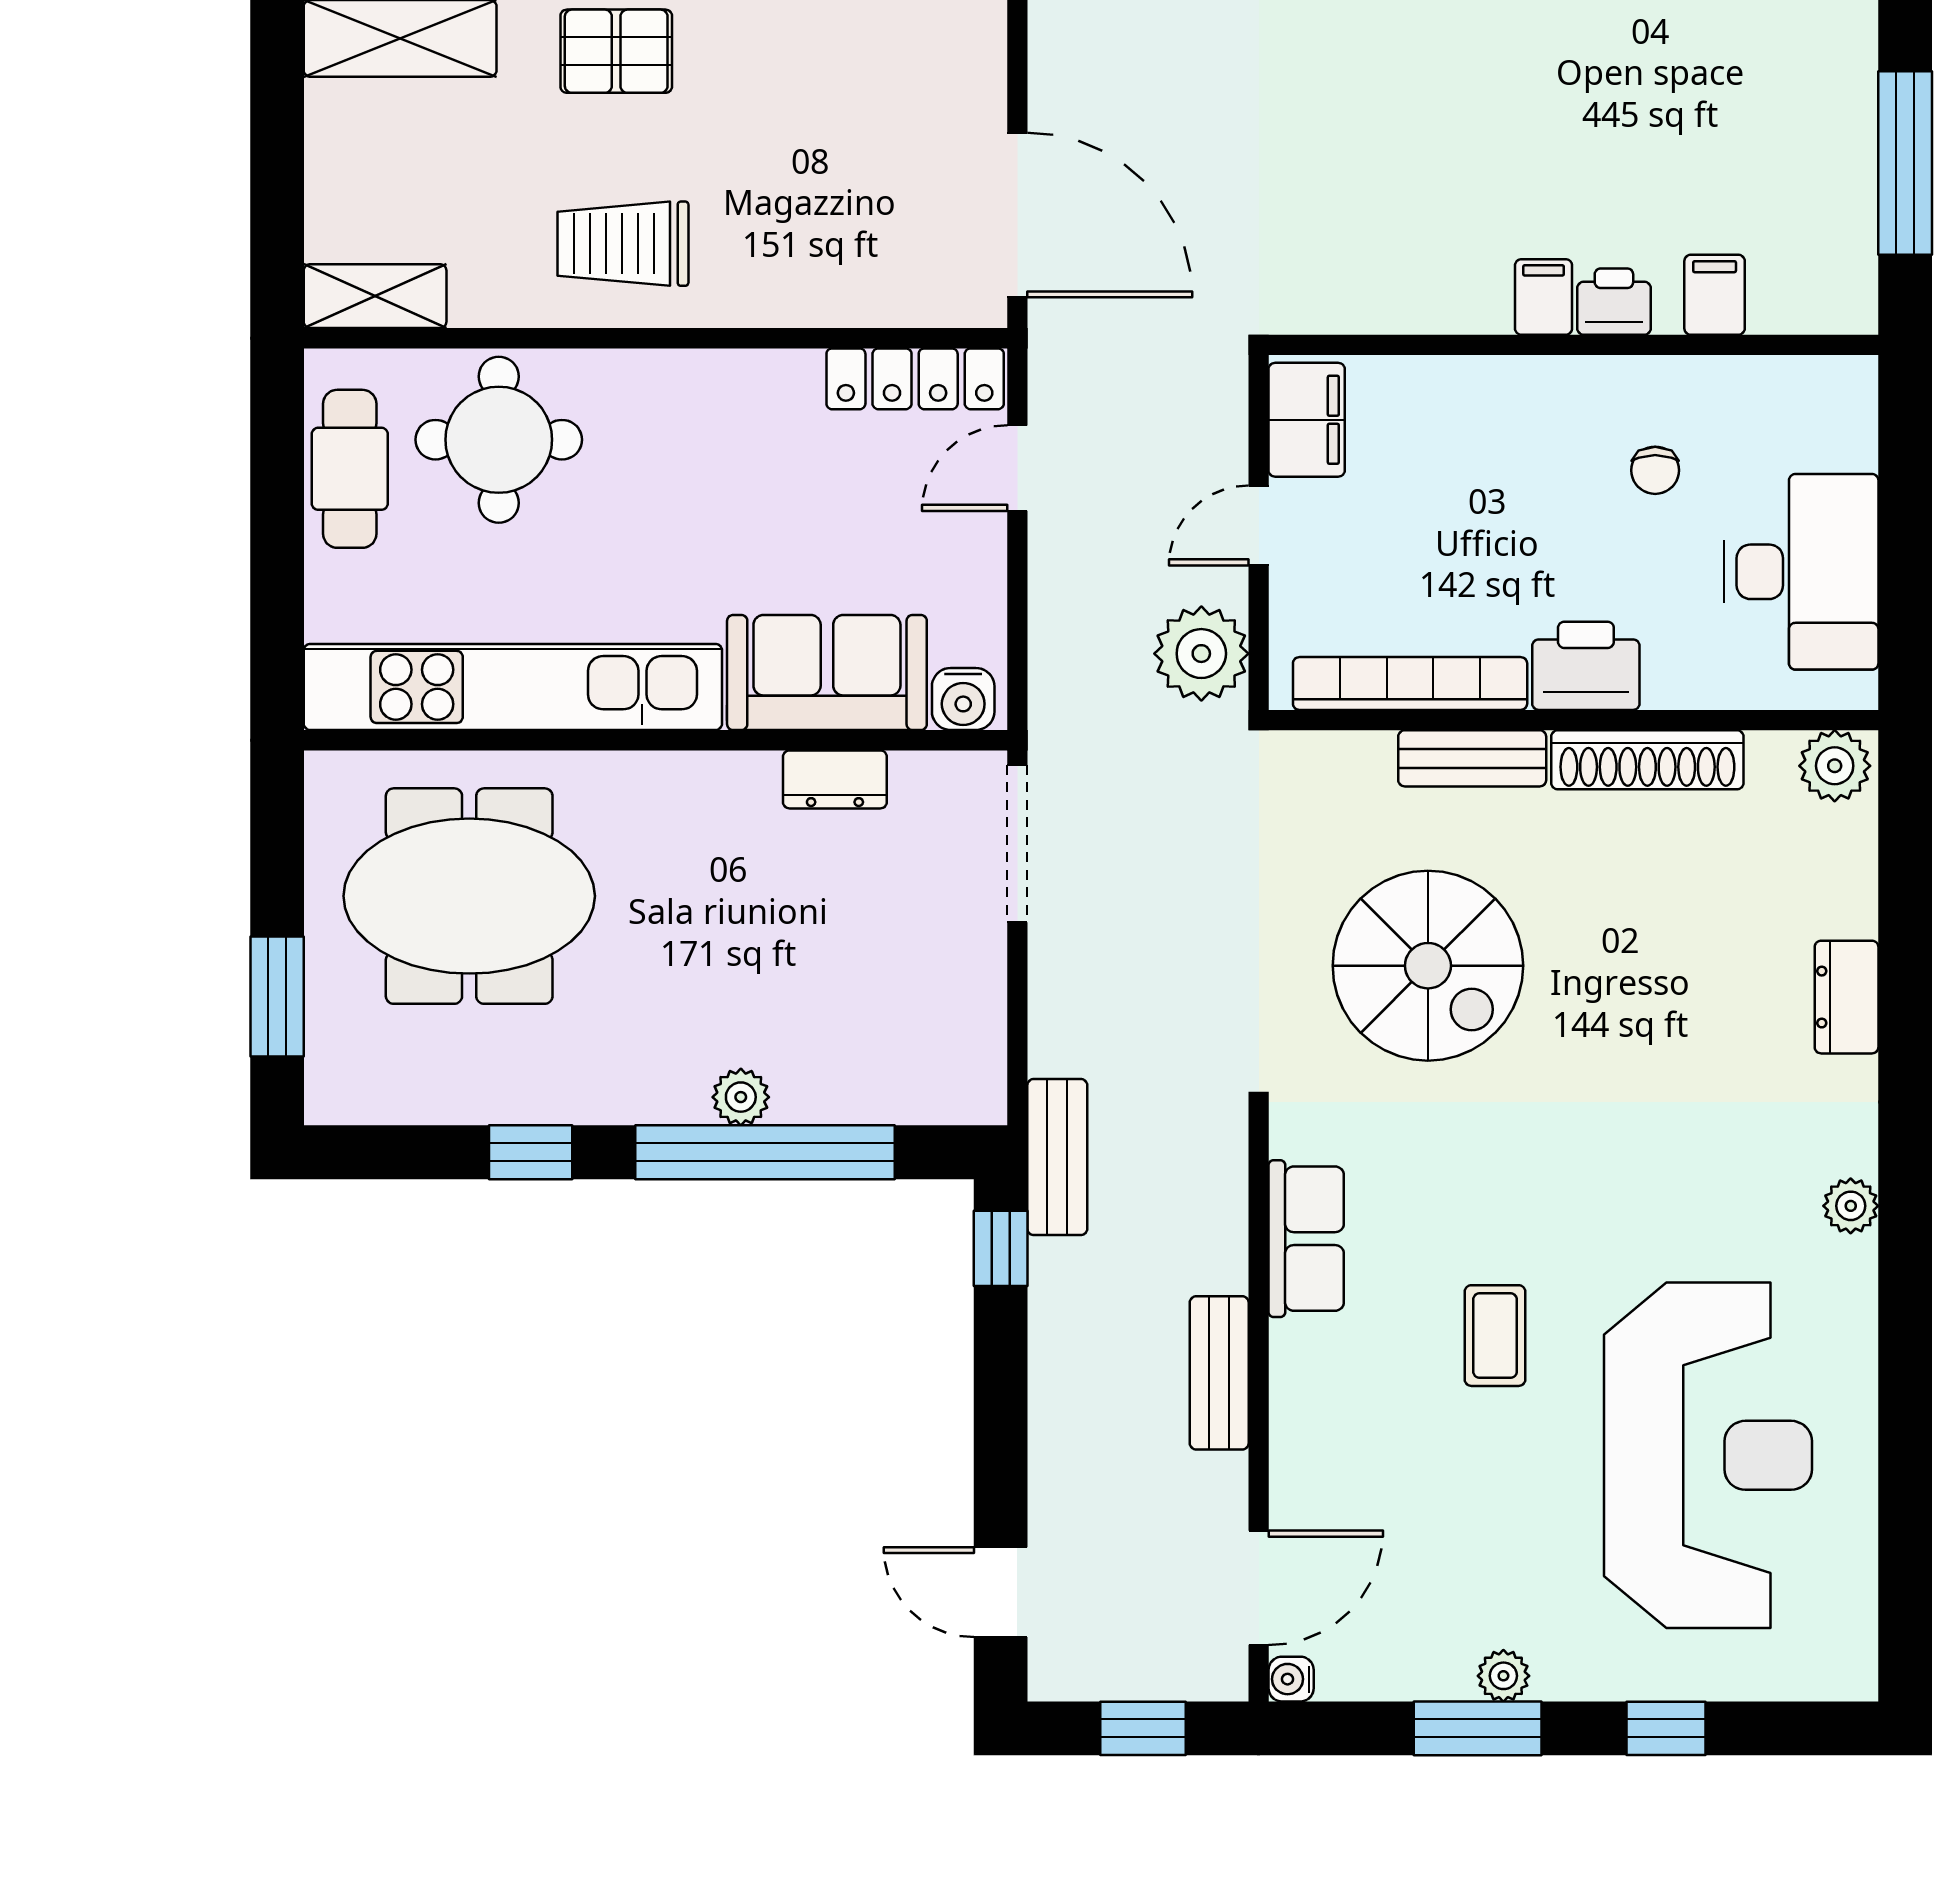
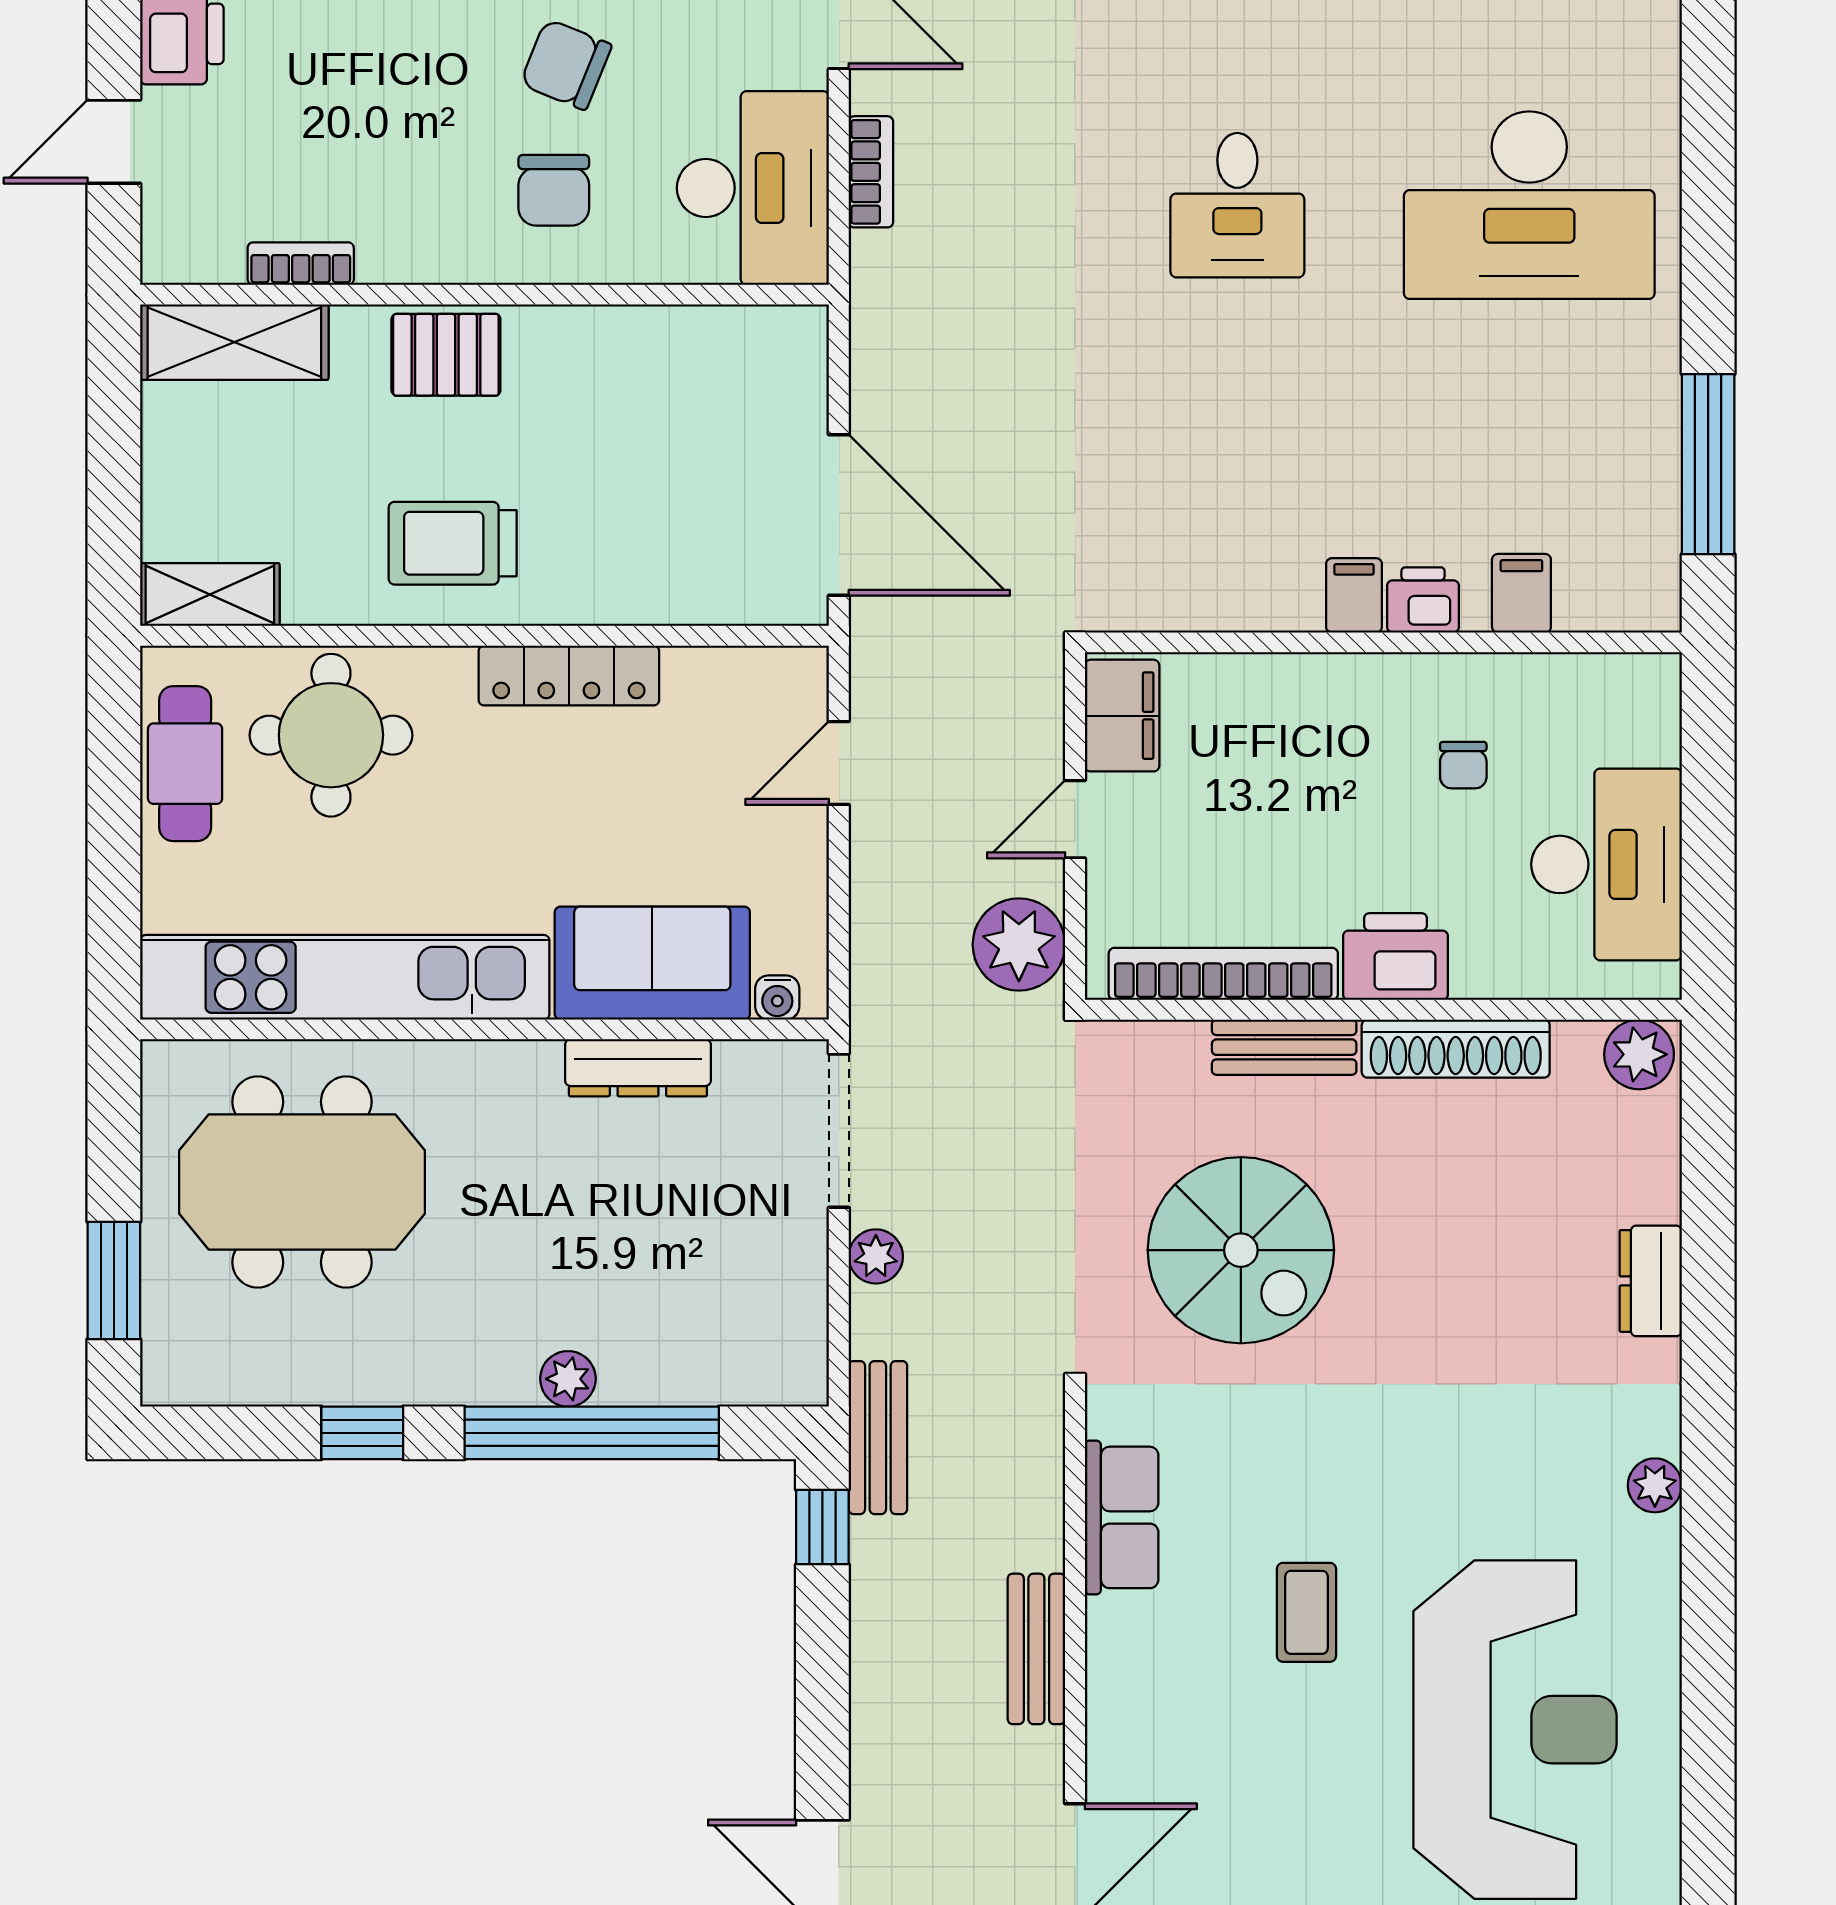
locker: (915, 379) -> (569, 676), moved
water cooler: (963, 699) -> (777, 997), width x0.72, depth x0.72
dresser: (835, 779) -> (638, 1068), width x1.44
plant: (1055, 972) -> (876, 1256), added

